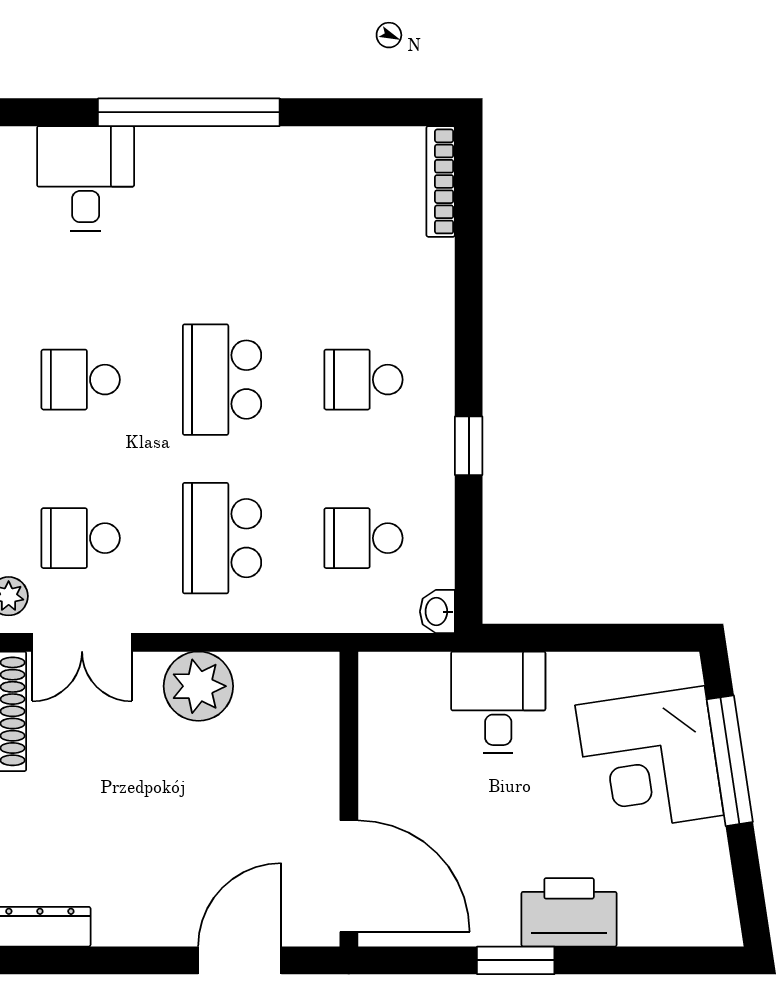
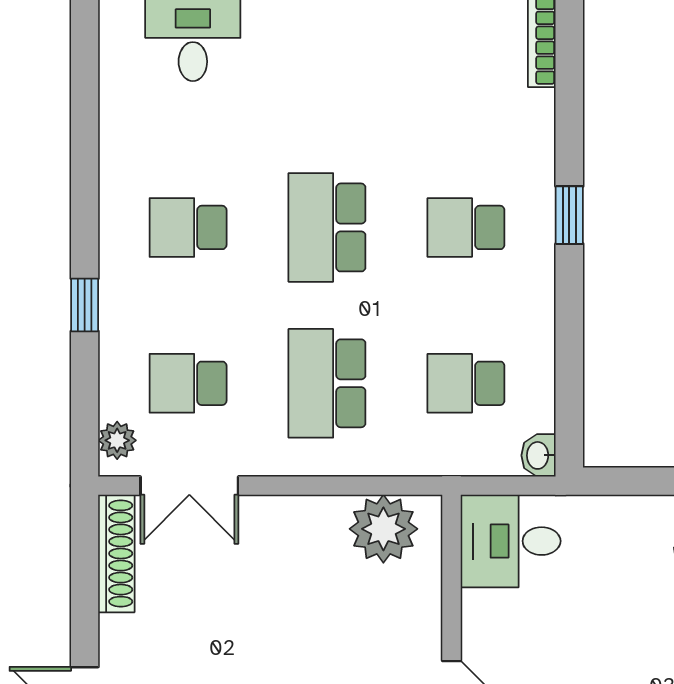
window: (469, 446) -> (569, 215), moved
plant: (198, 686) -> (383, 529), moved
desk: (498, 702) -> (511, 541), moved, turned -90

